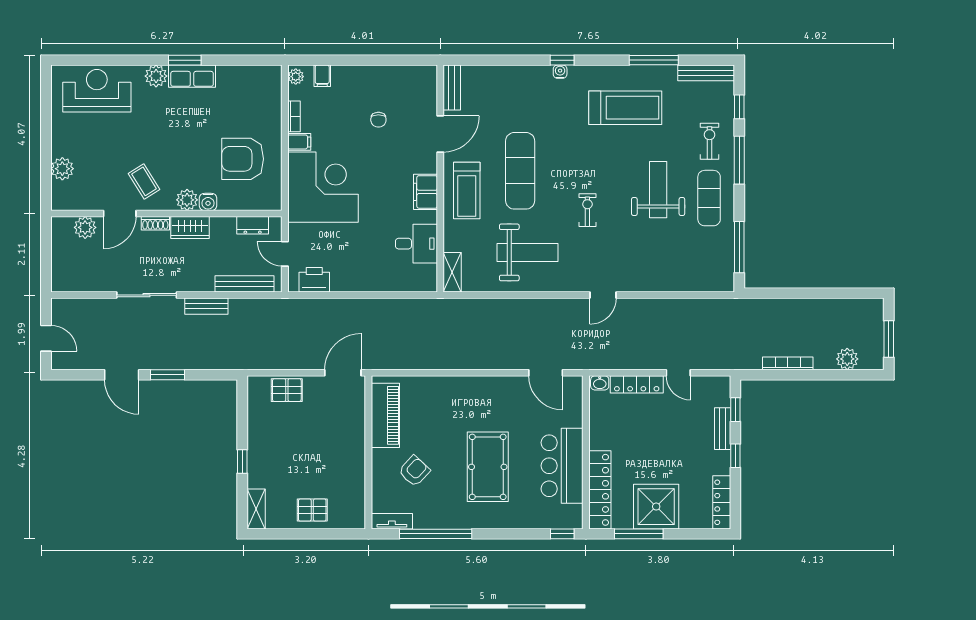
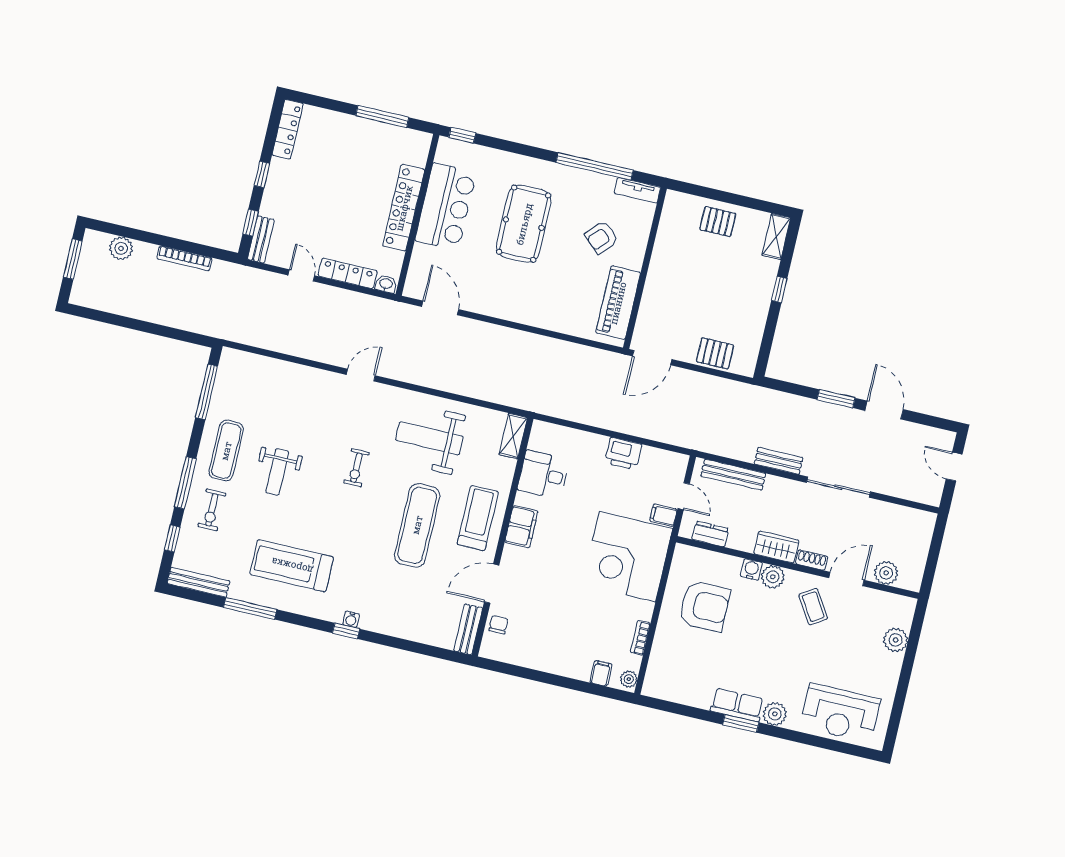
chair: (378, 120) -> (498, 625), moved
filing cabinet: (299, 142) -> (663, 515), moved
weight bench: (658, 190) -> (277, 472), width x0.73, depth x0.75
printer: (314, 280) -> (623, 454), moved
bench: (723, 429) -> (261, 240), moved
locker: (600, 490) -> (404, 208), moved
shower: (656, 507) -> (357, 141), removed

